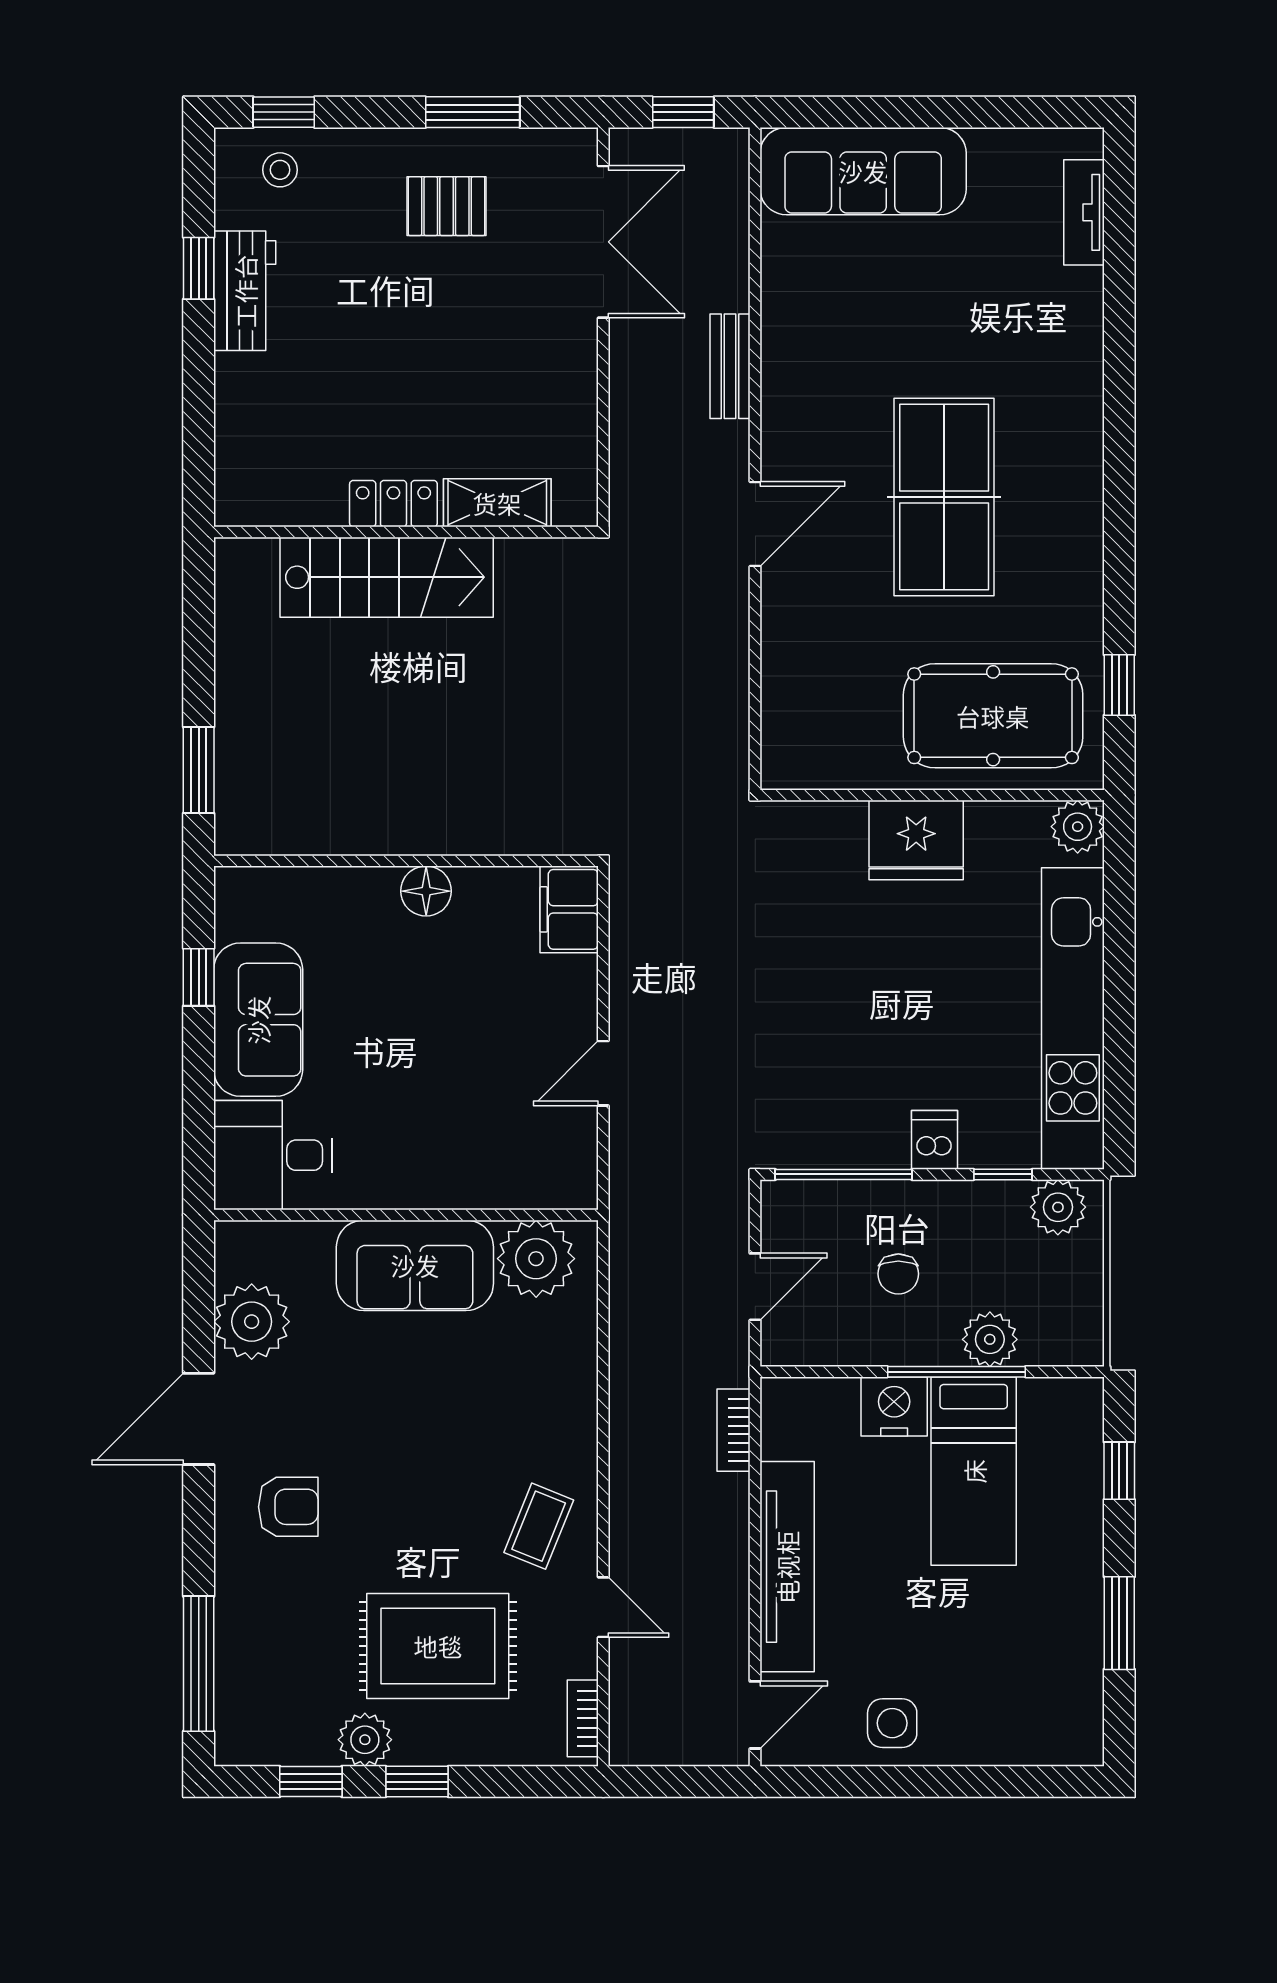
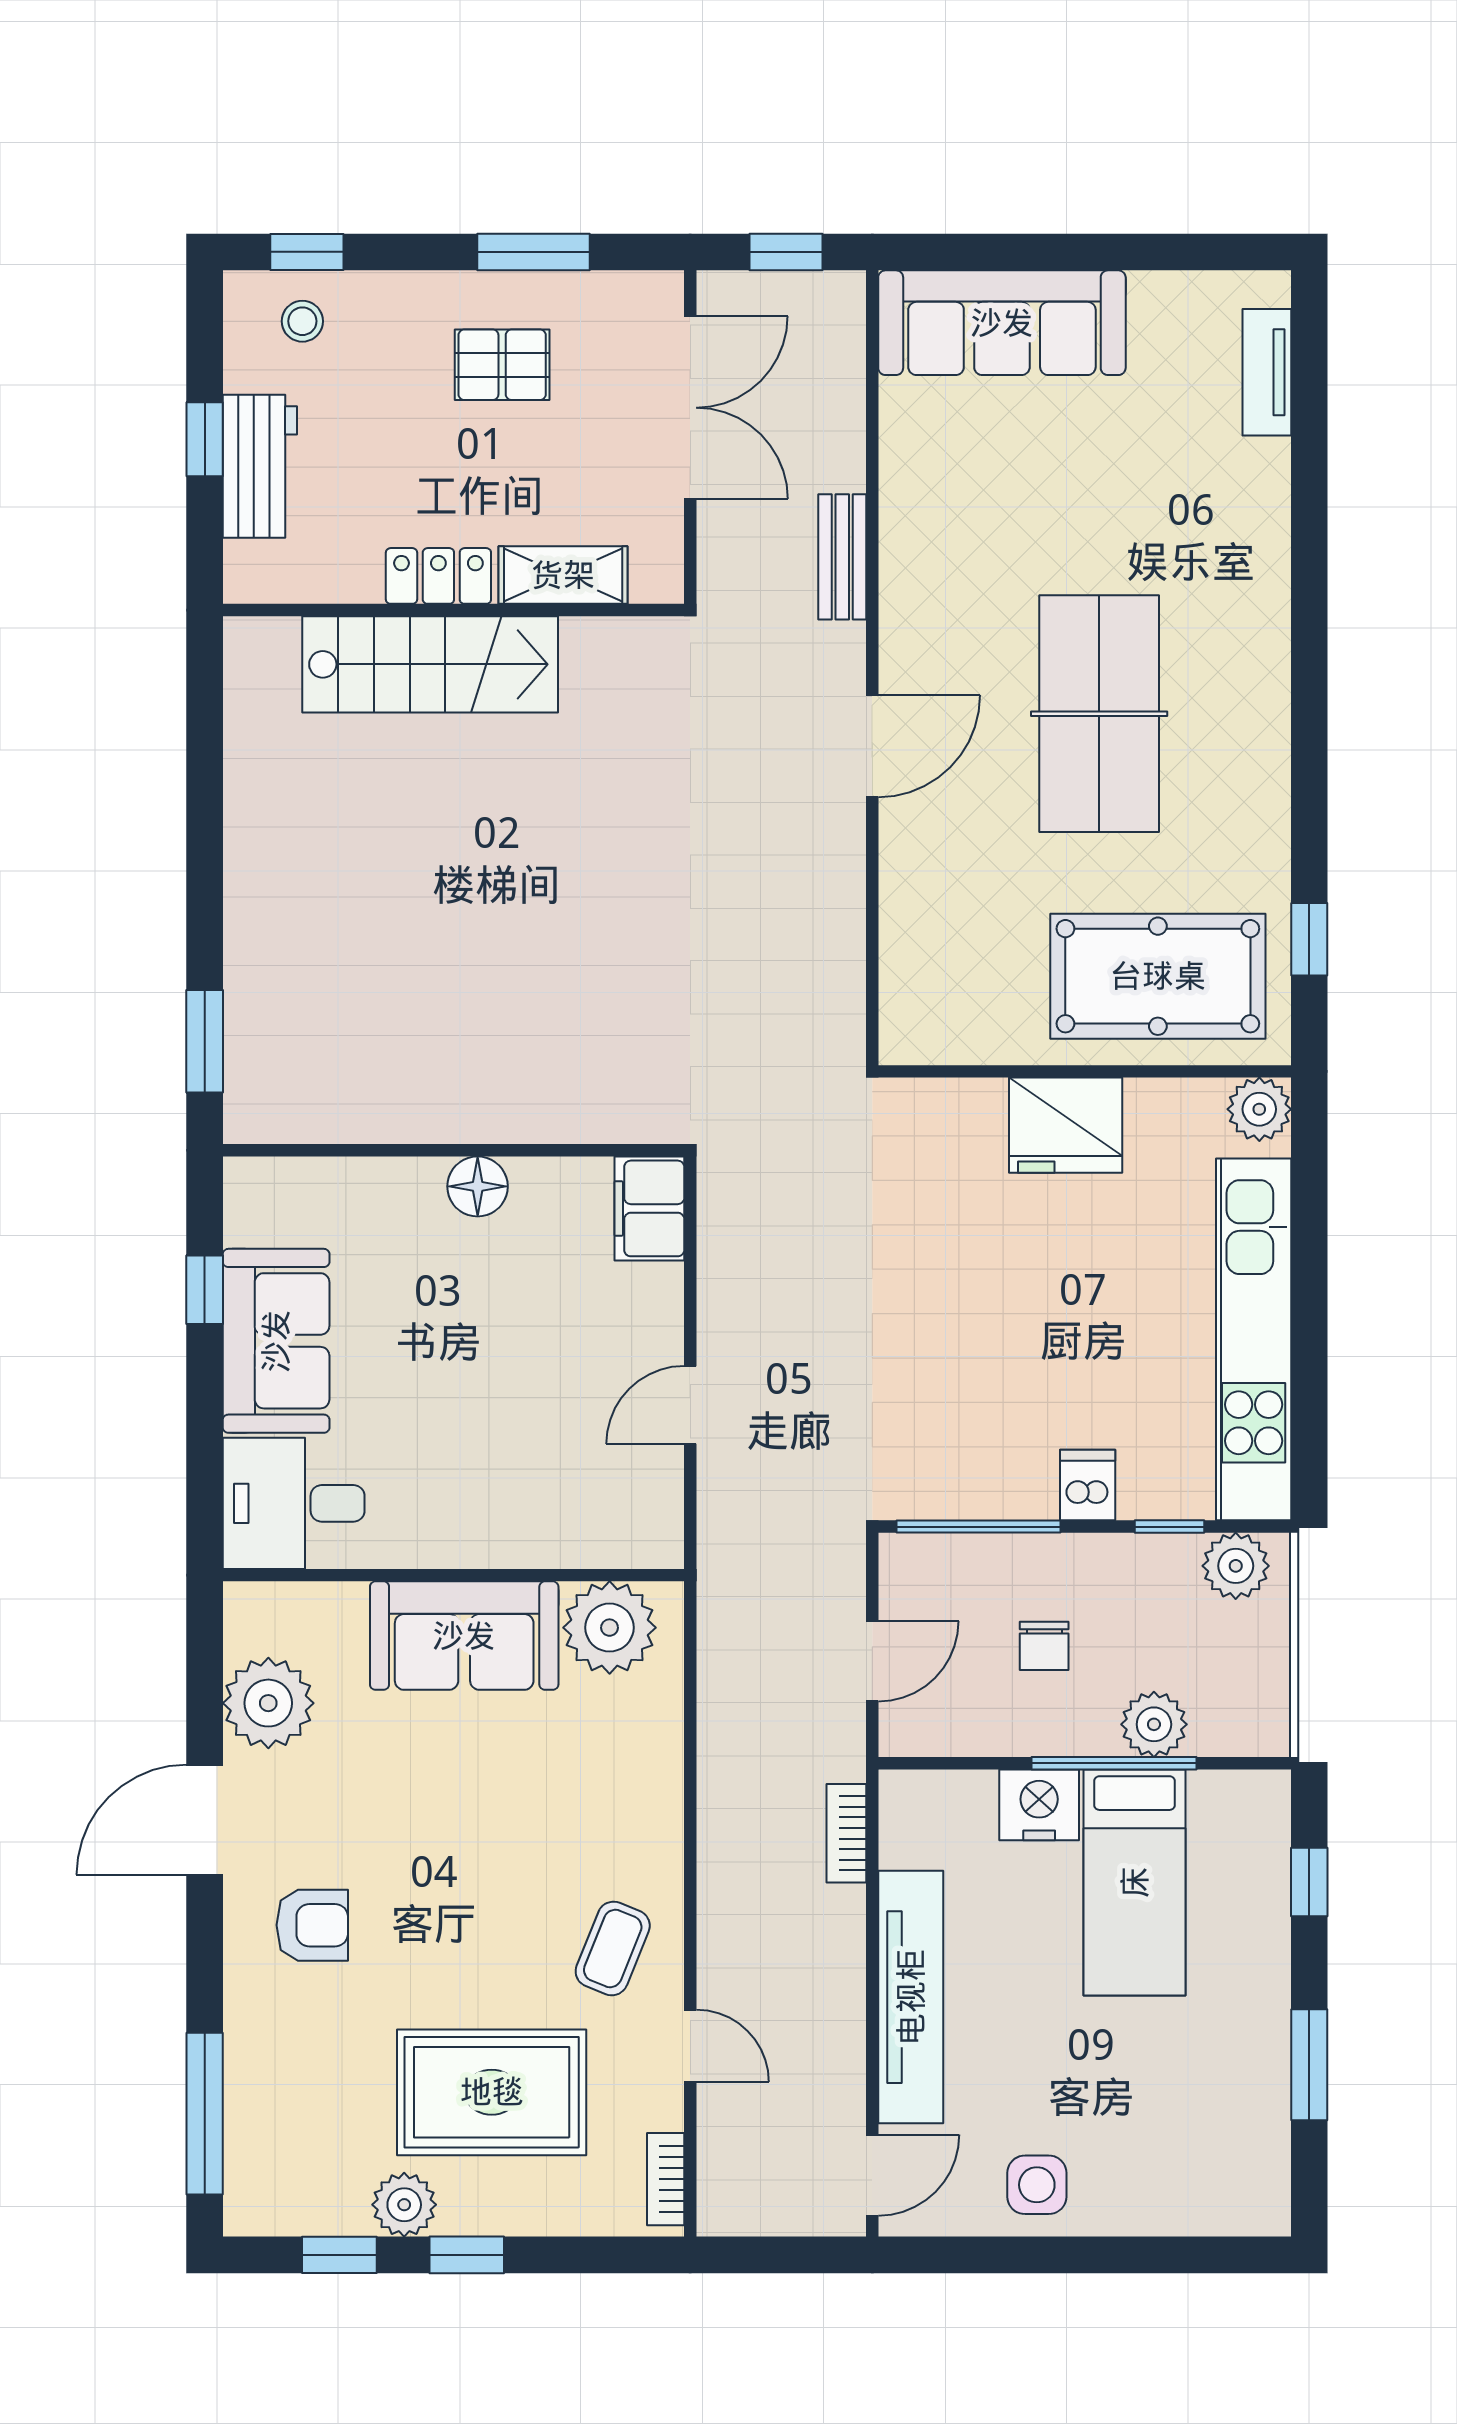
shelving: (497, 503) -> (563, 575), moved
locker: (393, 504) -> (438, 576), moved
wall: (406, 532) -> (453, 610), moved
stairs: (387, 577) -> (430, 664), moved

